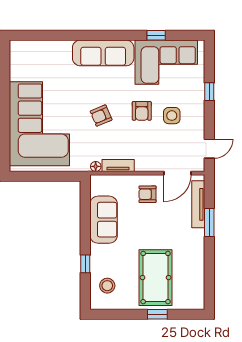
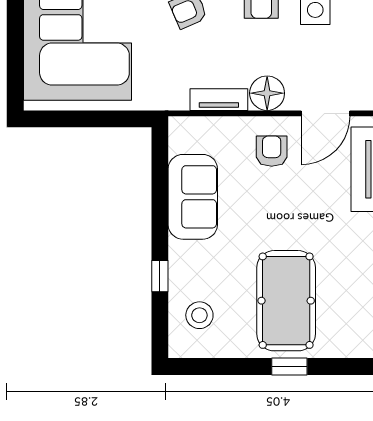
floor lamp: (96, 166) -> (267, 93), moved, width x1.89, depth x1.89
armchair: (147, 194) -> (272, 151), turned 90

